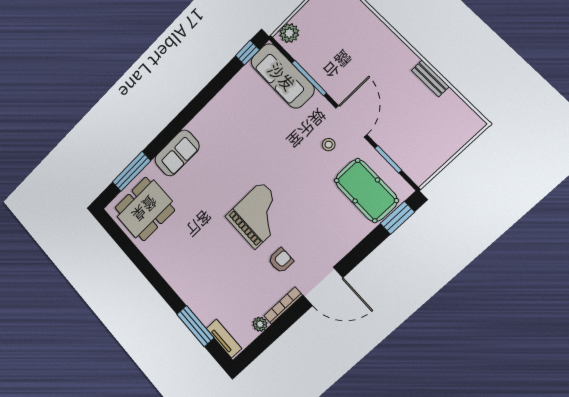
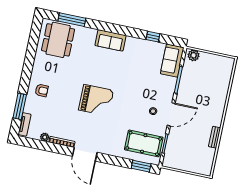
window: (247, 53) -> (153, 37), moved
sofa: (282, 76) -> (172, 61), width x0.73
sofa: (177, 153) -> (110, 40), moved
pool table: (366, 190) -> (144, 143), turned 90
dining table: (145, 209) -> (58, 40), turned 90
armchair: (281, 260) -> (42, 90), moved

